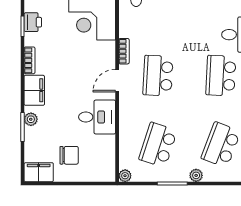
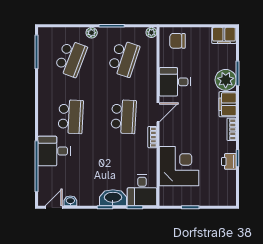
plant: (31, 119) -> (226, 80), width x1.88, depth x1.88
chair: (69, 155) -> (177, 41), moved

